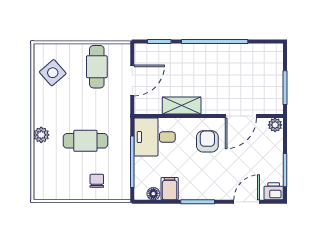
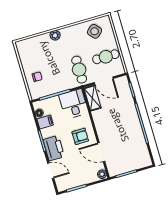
shelving: (182, 106) -> (92, 98), moved
cafe table: (85, 141) -> (79, 70), moved
printer: (274, 191) -> (54, 148), moved, width x1.87, depth x1.48

